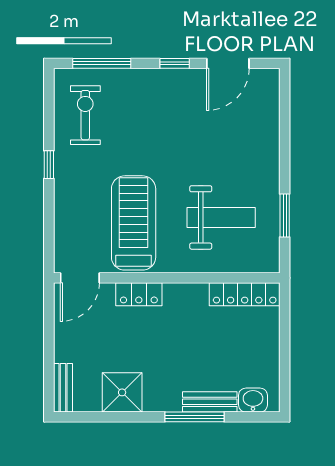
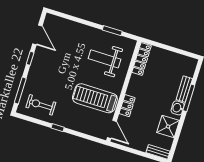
weight bench: (221, 217) -> (104, 59), turned -90
washbasin: (253, 400) -> (178, 108), moved

